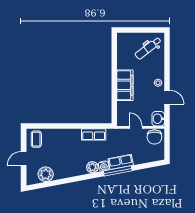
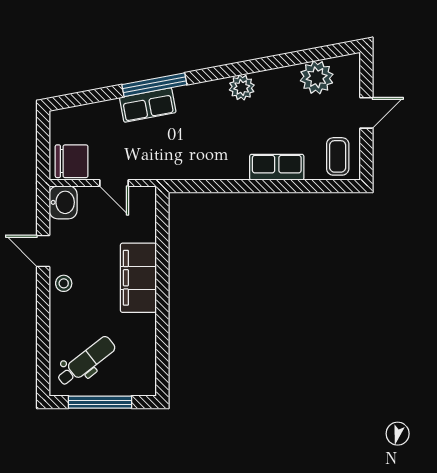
window: (142, 30) -> (100, 402), added
row of seats: (94, 134) -> (277, 167), moved
chair: (154, 137) -> (72, 161), turned 90
water cooler: (104, 166) -> (186, 96), removed
plant: (92, 167) -> (242, 87), moved

